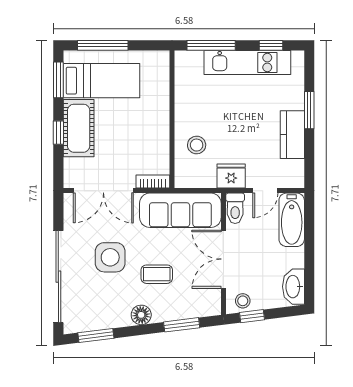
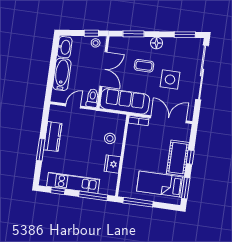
window: (103, 45) -> (138, 202), moved
fridge: (231, 176) -> (112, 164), moved, turned 90
bathtub: (292, 220) -> (62, 74), moved

